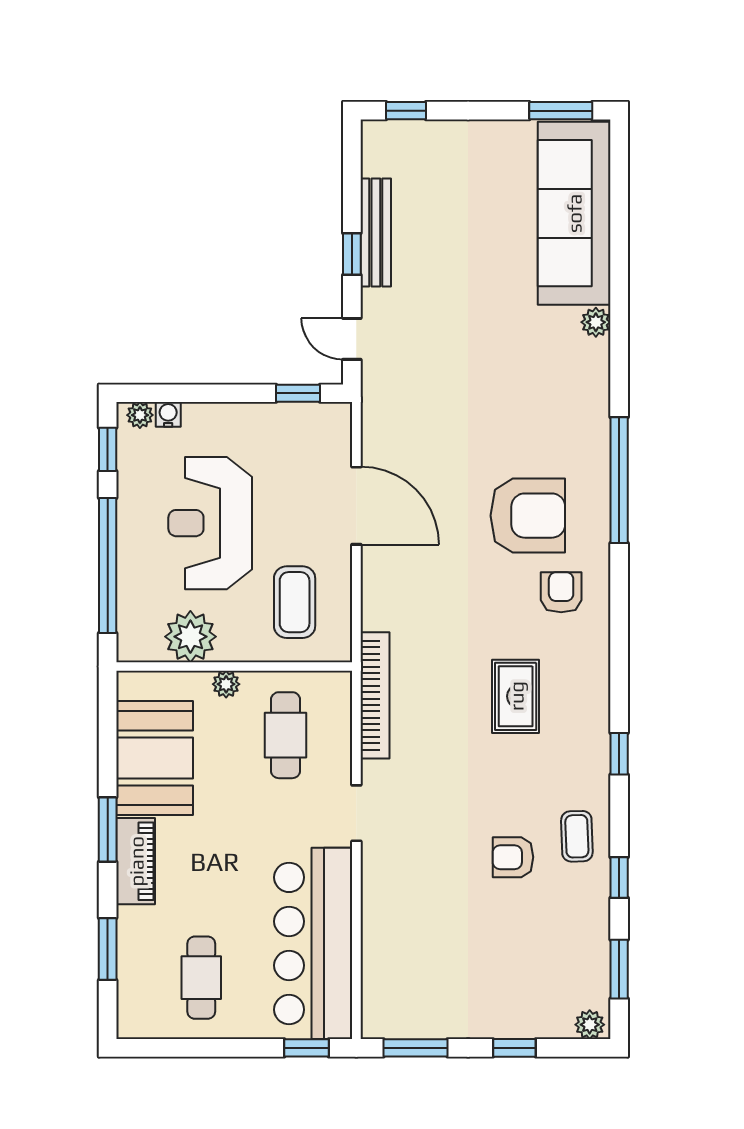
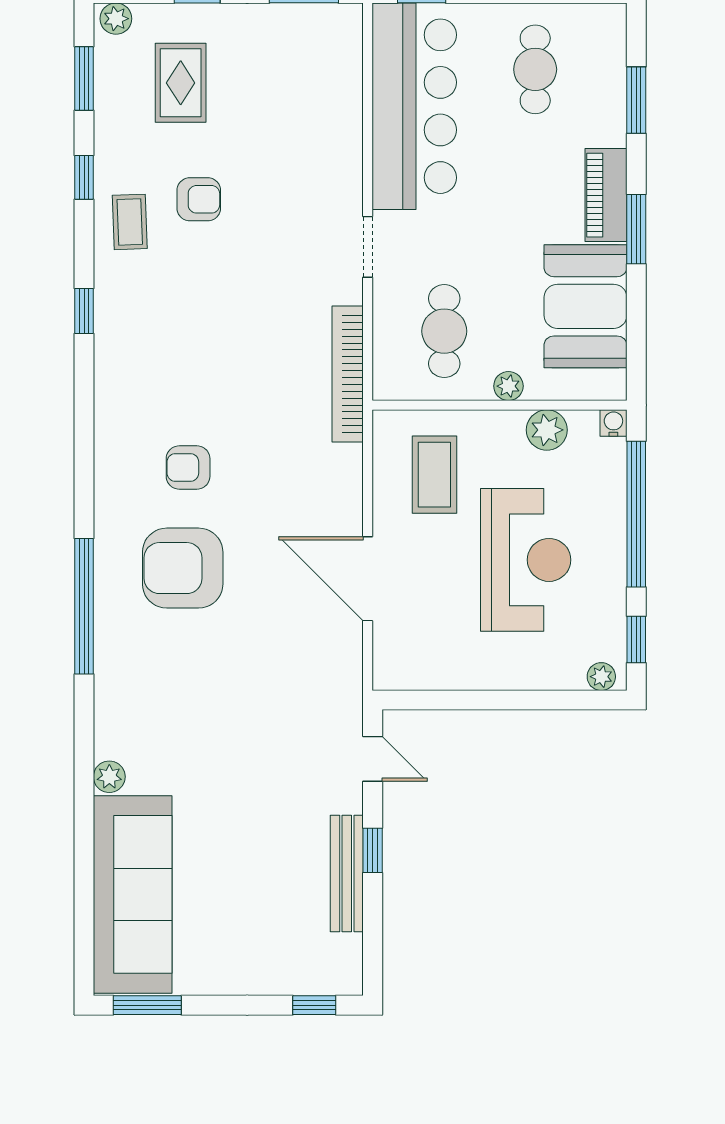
window: (298, 393) -> (431, 700), removed
water cooler: (168, 414) -> (613, 423), moved, turned 180
armchair: (561, 592) -> (188, 467), moved, turned 90
plant: (190, 637) -> (547, 430), width x0.73, depth x0.73
rug: (516, 696) -> (181, 83), moved

